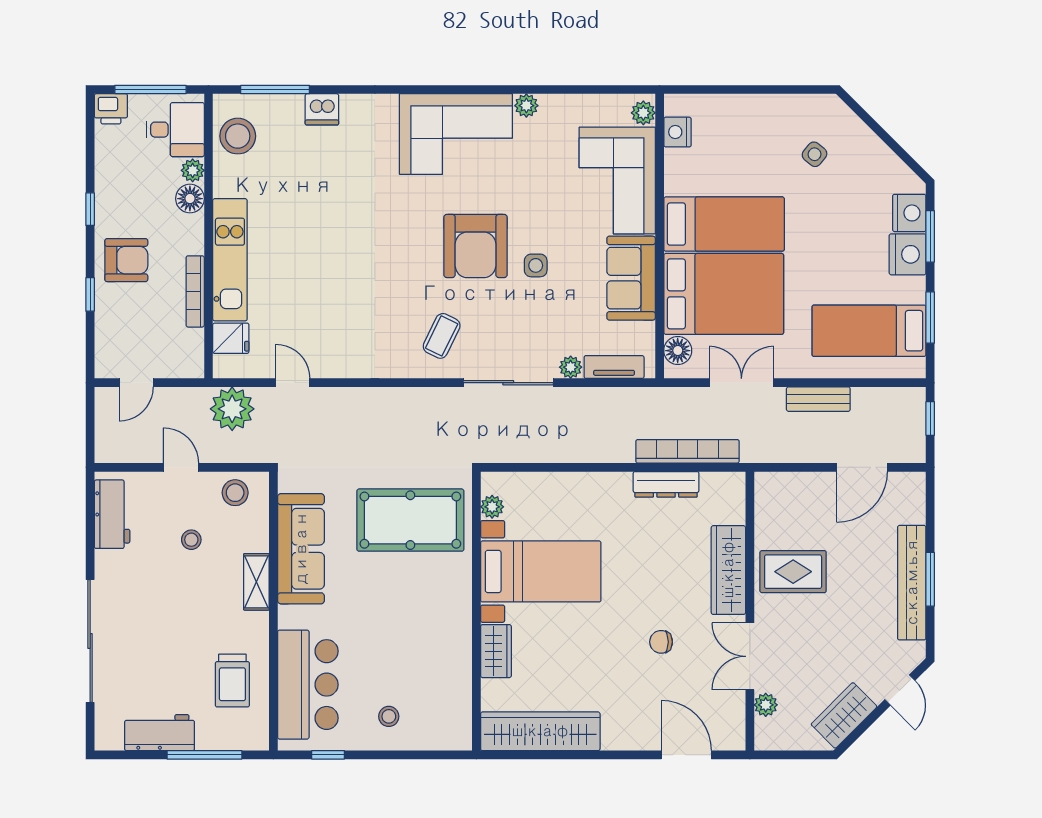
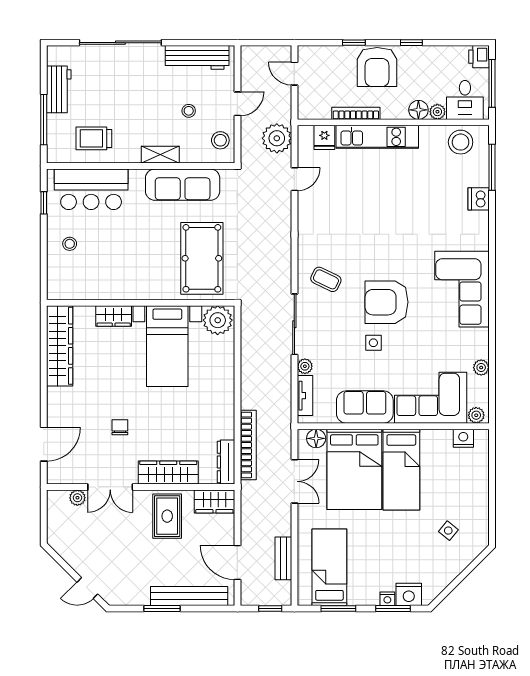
plant: (526, 106) -> (481, 368), moved
nightstand: (908, 254) -> (387, 599), width x0.53, depth x0.56
armchair: (126, 260) -> (377, 67), width x1.36, depth x1.36
bench: (818, 399) -> (283, 558), moved
dresser: (666, 484) -> (226, 462), moved
plant: (492, 507) -> (218, 320), width x1.88, depth x1.88
workbench: (112, 514) -> (197, 57), width x1.38
bench: (912, 583) -> (189, 596), moved
double door: (750, 656) -> (110, 487), swing flipped
wardrobe: (844, 715) -> (214, 501), moved, turned 135

